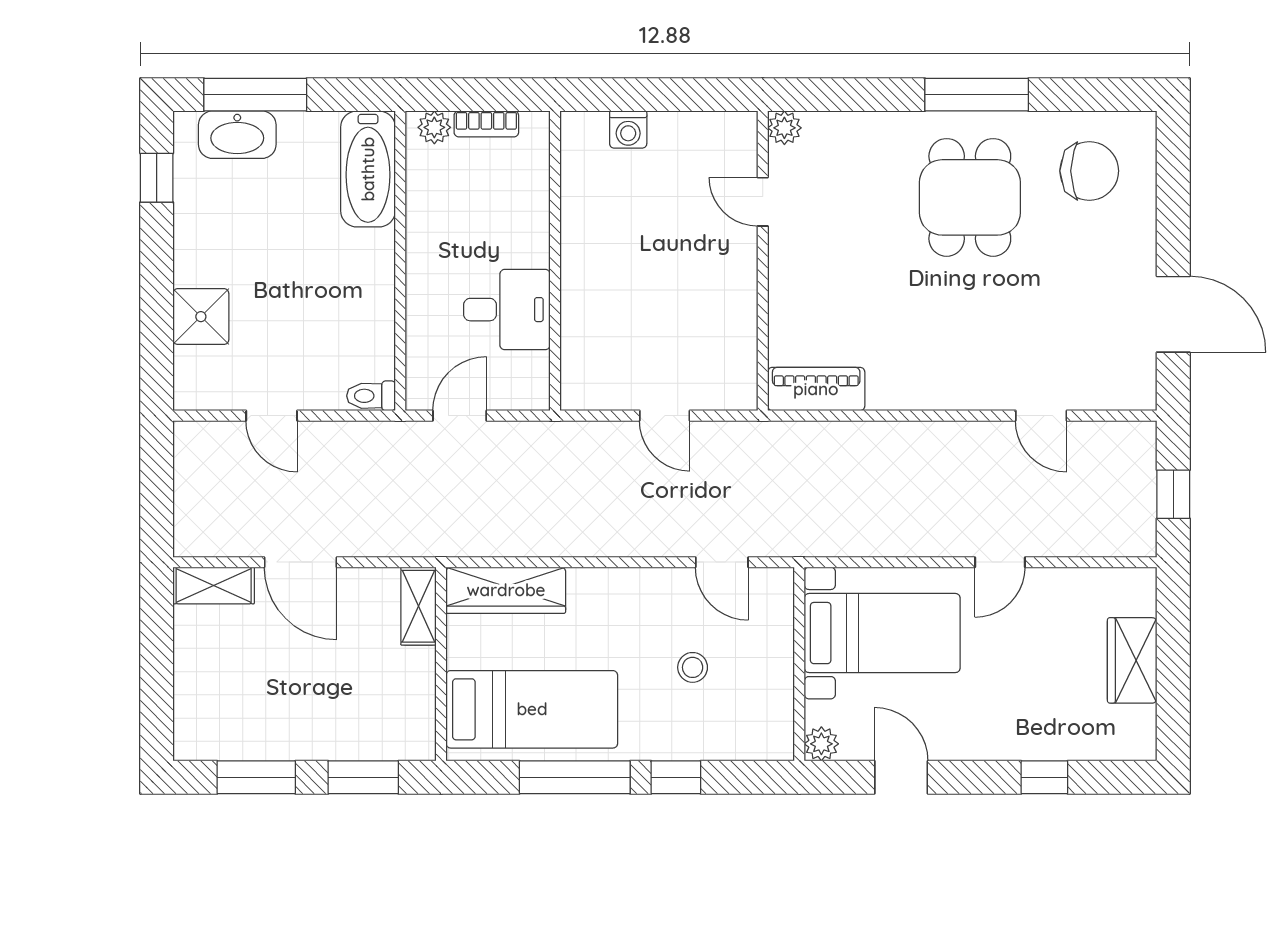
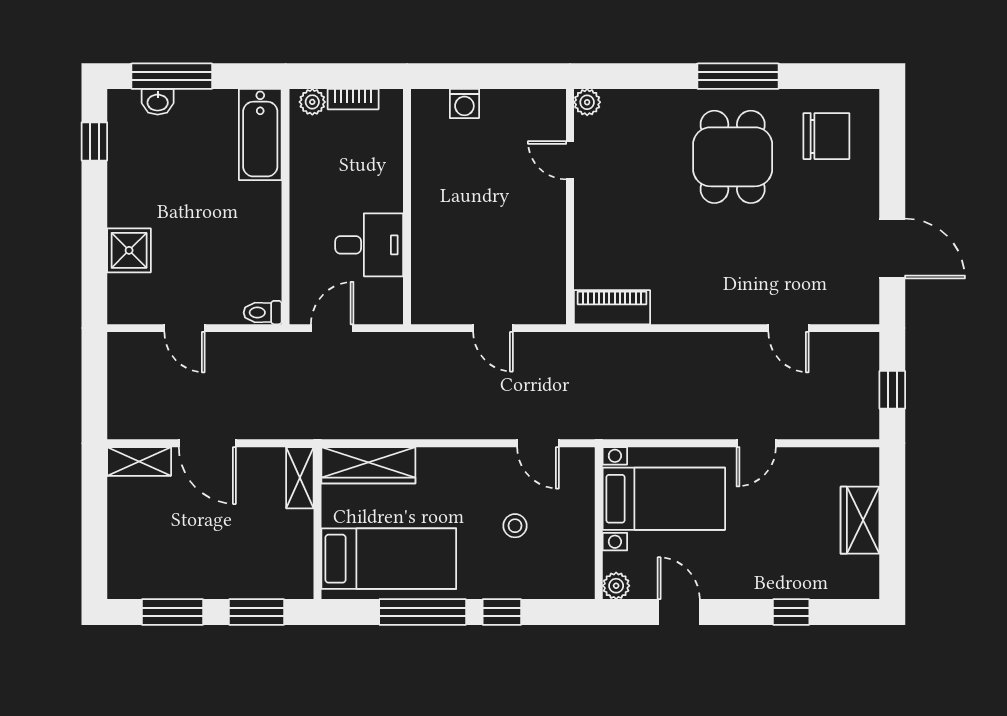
washbasin: (237, 135) -> (158, 102), width x0.52, depth x0.69

